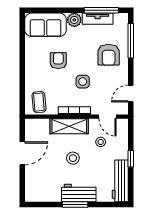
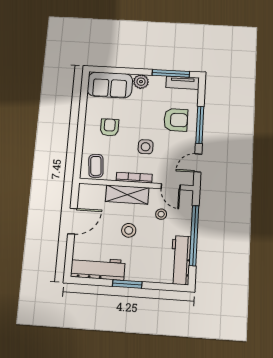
tv unit: (98, 19) -> (183, 83), moved
window: (131, 41) -> (200, 125), moved
armchair: (109, 55) -> (176, 120), turned -90
armchair: (58, 61) -> (109, 127), moved
window: (131, 159) -> (194, 236), width x3.17
workbench: (79, 193) -> (98, 268), moved, width x1.38

